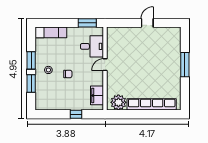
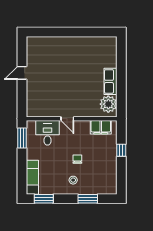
door: (147, 23) -> (22, 73), hinge flipped
window: (31, 60) -> (44, 199), moved
window: (185, 65) -> (67, 32), removed
row of seats: (152, 104) -> (111, 81), width x0.50

